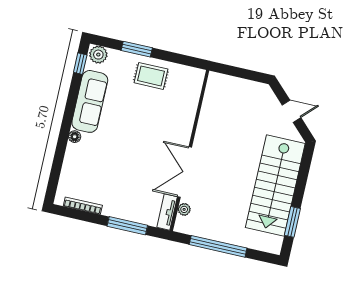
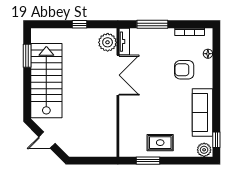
window: (137, 49) -> (148, 161), moved
floor lamp: (75, 137) -> (208, 54), moved
armchair: (100, 160) -> (184, 70), added
plant: (184, 209) -> (108, 42), width x1.88, depth x1.88
window: (218, 246) -> (79, 24), width x0.32

